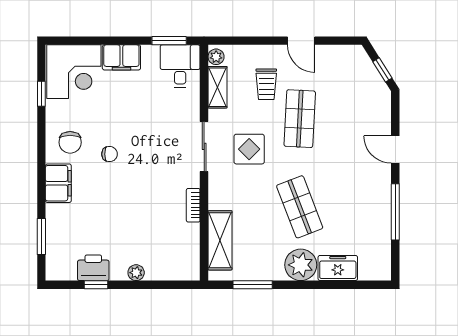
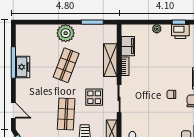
door: (395, 150) -> (13, 110), moved
shop shelf: (300, 207) -> (66, 65), turned 42
shelving: (220, 240) -> (110, 60), moved
filing cabinet: (188, 241) -> (128, 46), added
freezer: (338, 268) -> (23, 67), moved, turned -90

